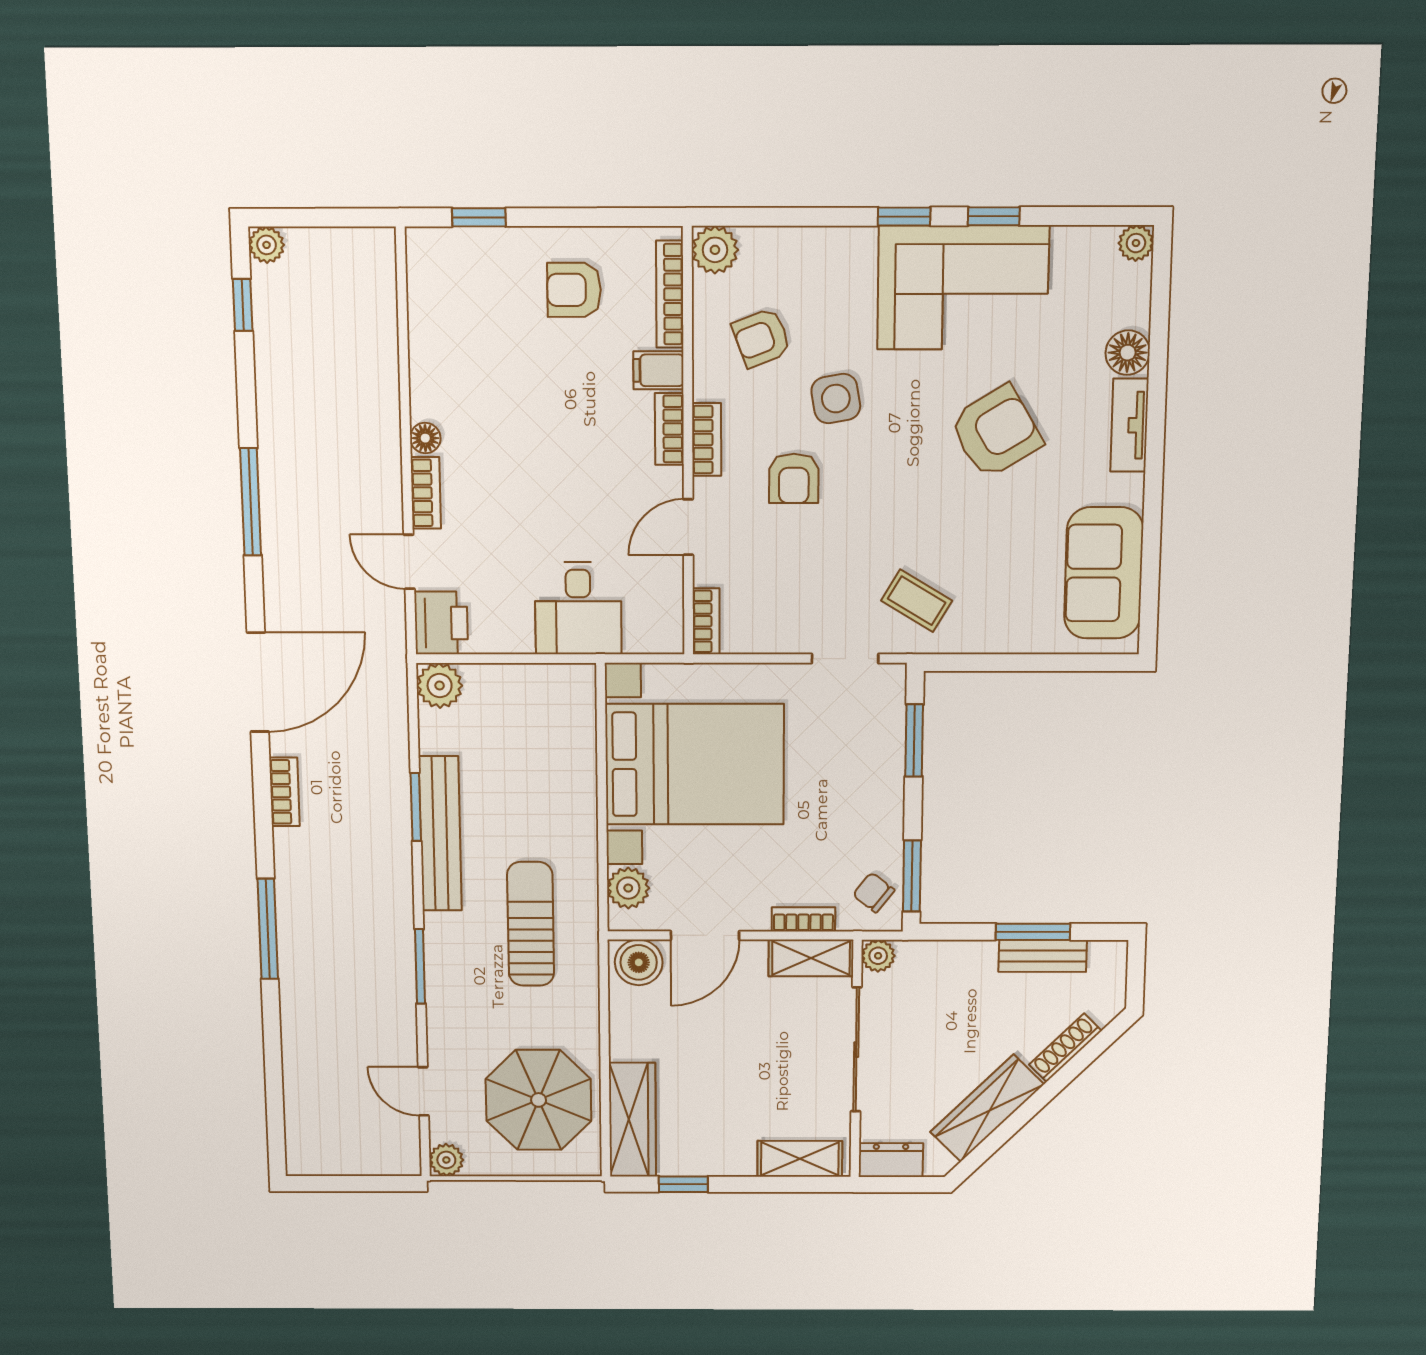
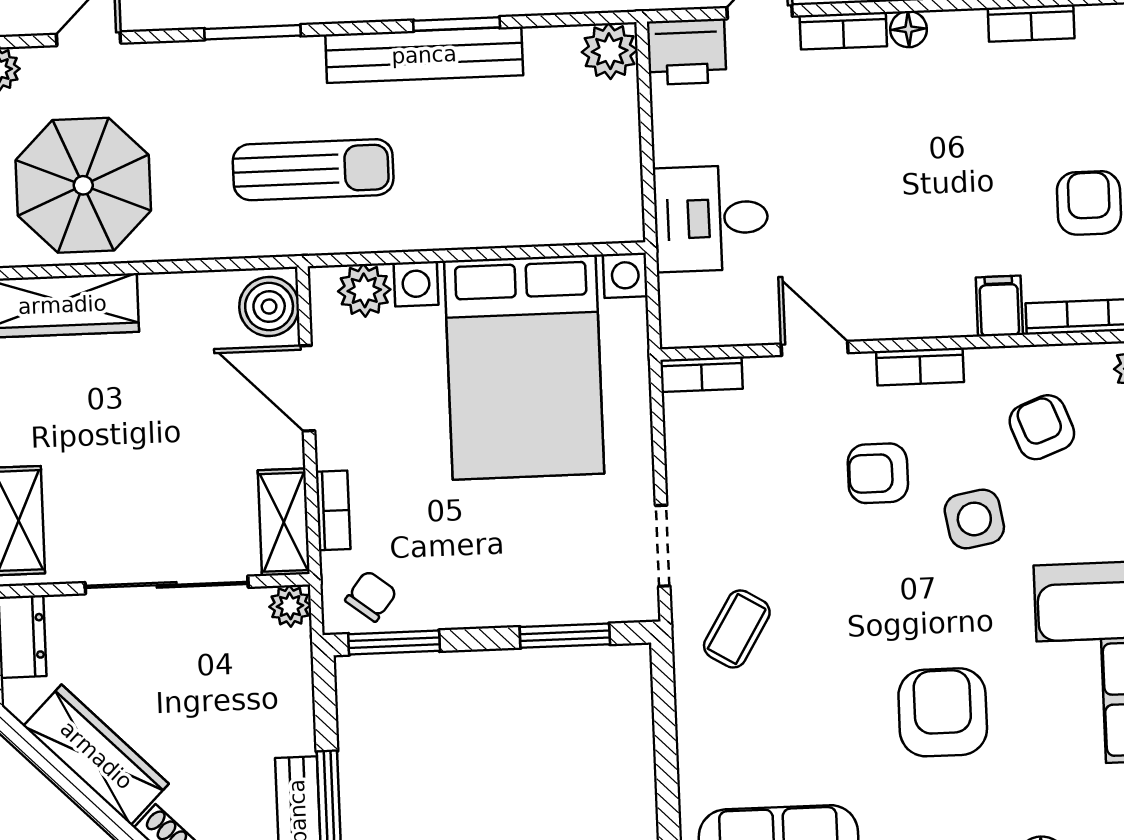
bookcase: (669, 429) -> (1031, 23), moved, turned 180
armchair: (996, 432) -> (943, 712), turned -149

